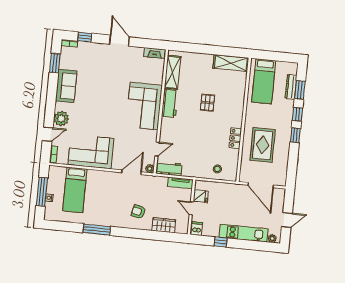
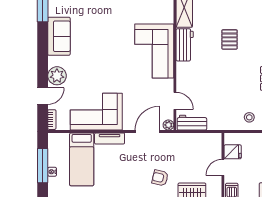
door: (157, 149) -> (175, 101), hinge flipped
tv unit: (180, 183) -> (110, 138), moved
door: (191, 208) -> (223, 167), hinge flipped

